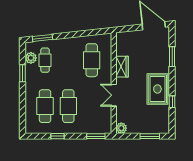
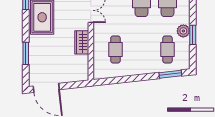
plant: (31, 58) -> (183, 31), moved
cafe table: (92, 60) -> (115, 49), width x0.73, depth x0.74

